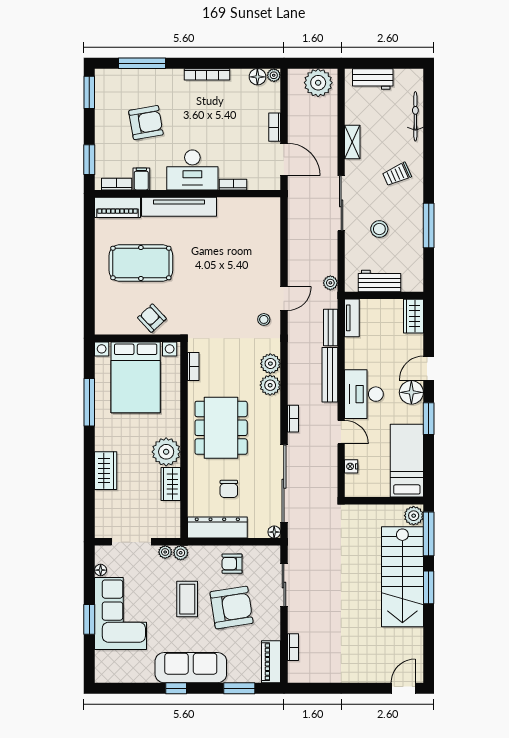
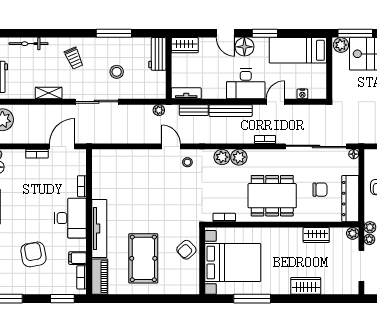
workbench: (379, 281) -> (157, 54), moved
plant: (166, 452) -> (353, 233), moved, width x0.53, depth x0.53

